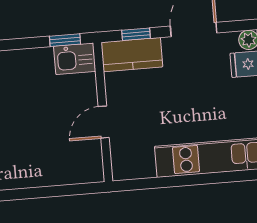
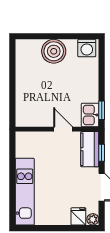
door: (104, 122) -> (63, 129), moved

